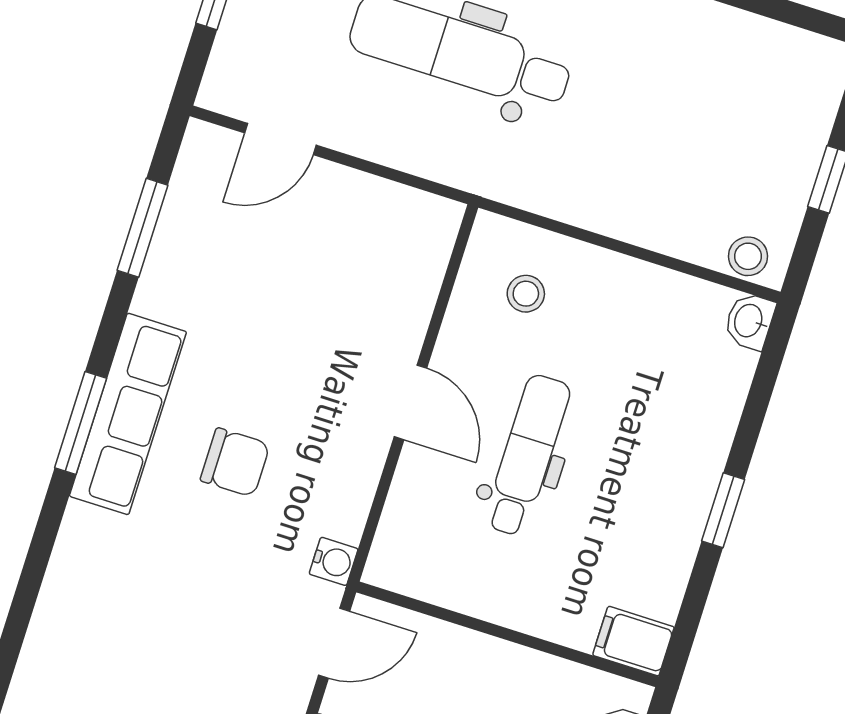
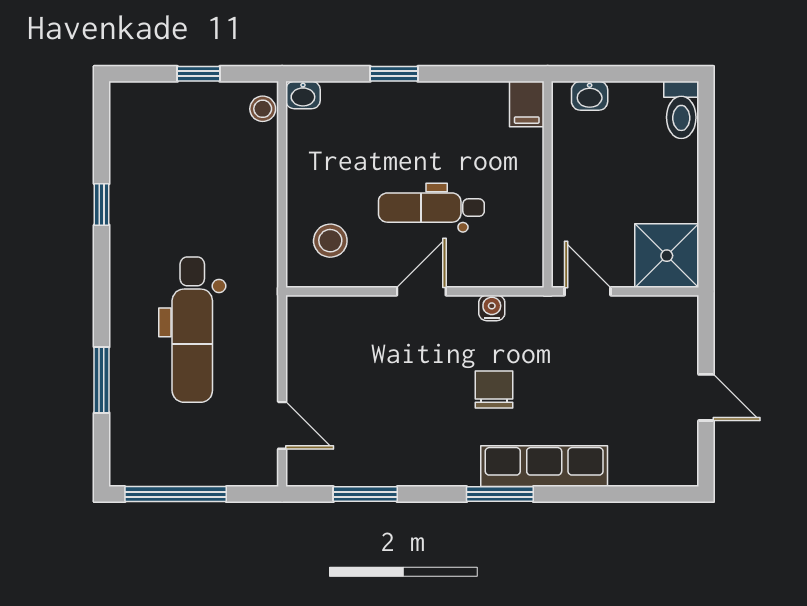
stool: (526, 294) -> (330, 241), width x1.37, depth x1.37
row of seats: (128, 414) -> (544, 466), moved
window: (723, 510) -> (394, 74), moved
water cooler: (334, 561) -> (492, 308), moved

